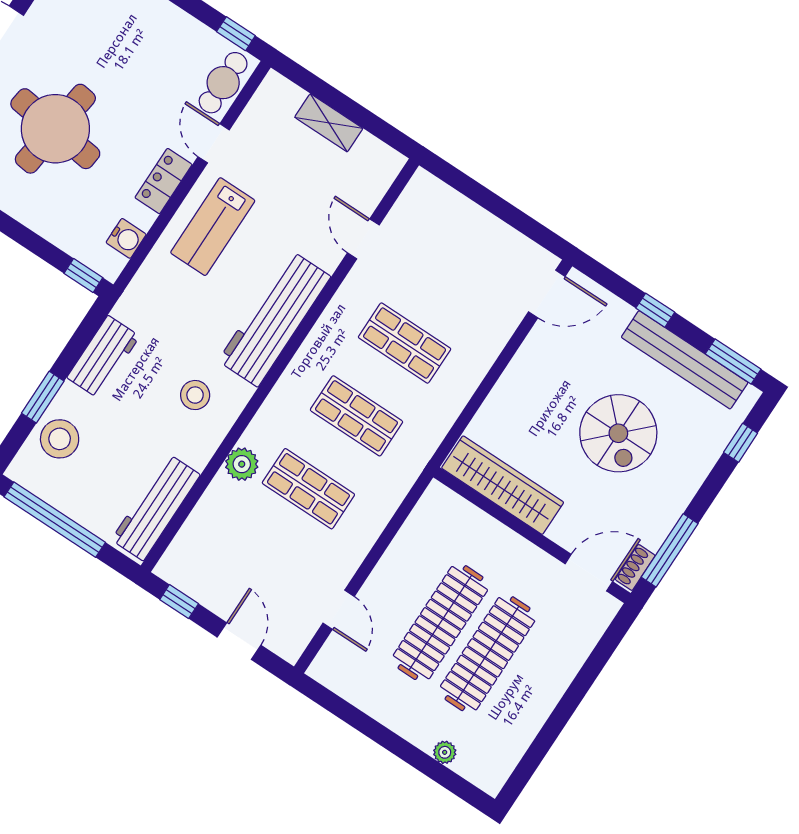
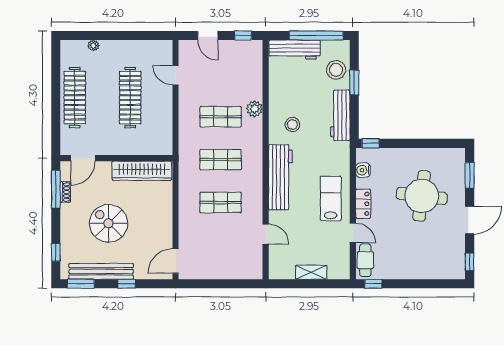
workbench: (103, 357) -> (340, 115), width x1.38
workbench: (156, 507) -> (295, 50), moved, turned 90
shoe rack: (635, 567) -> (65, 192), moved
clothes rail: (488, 654) -> (75, 98), moved

